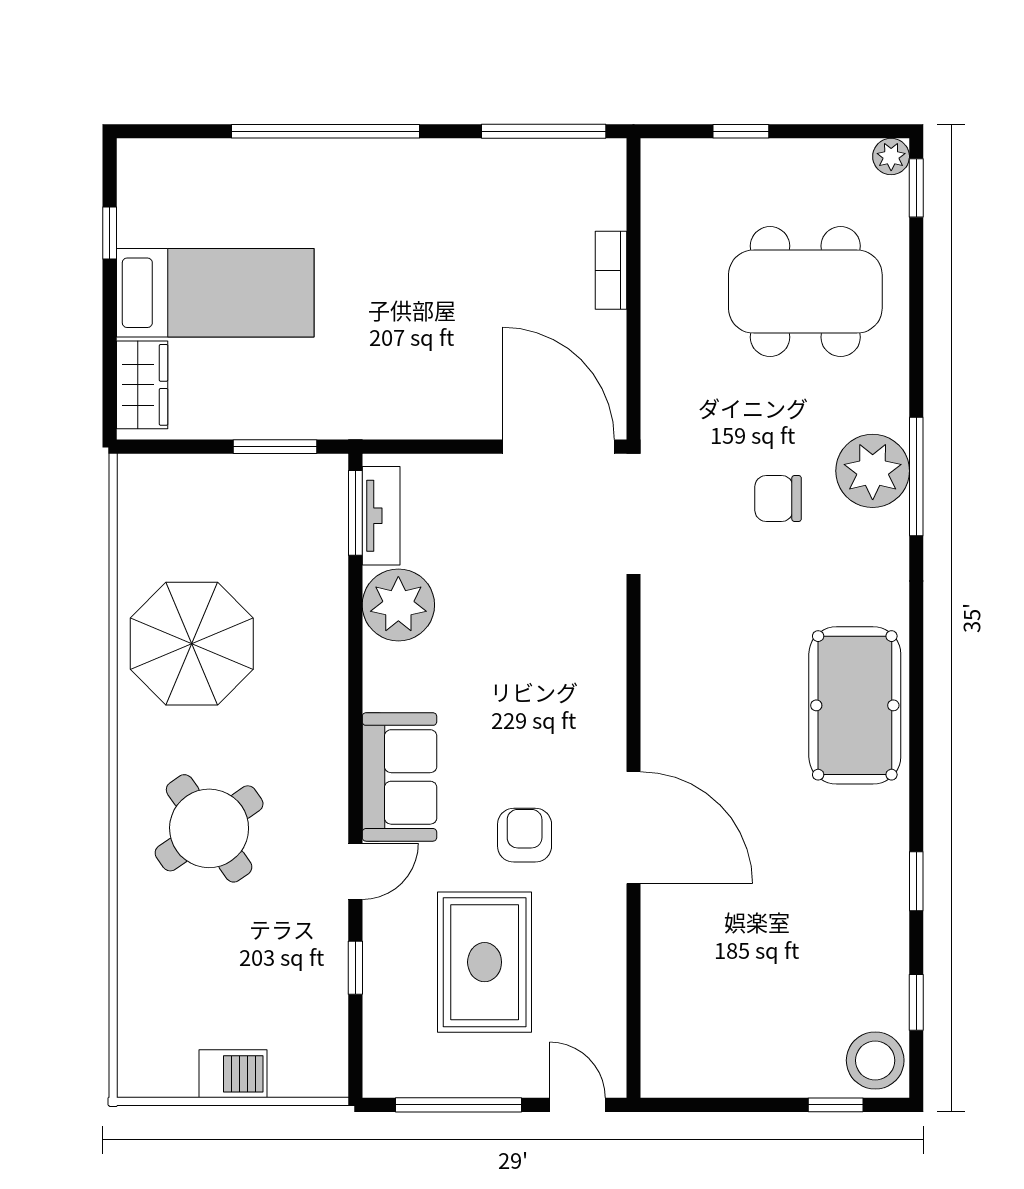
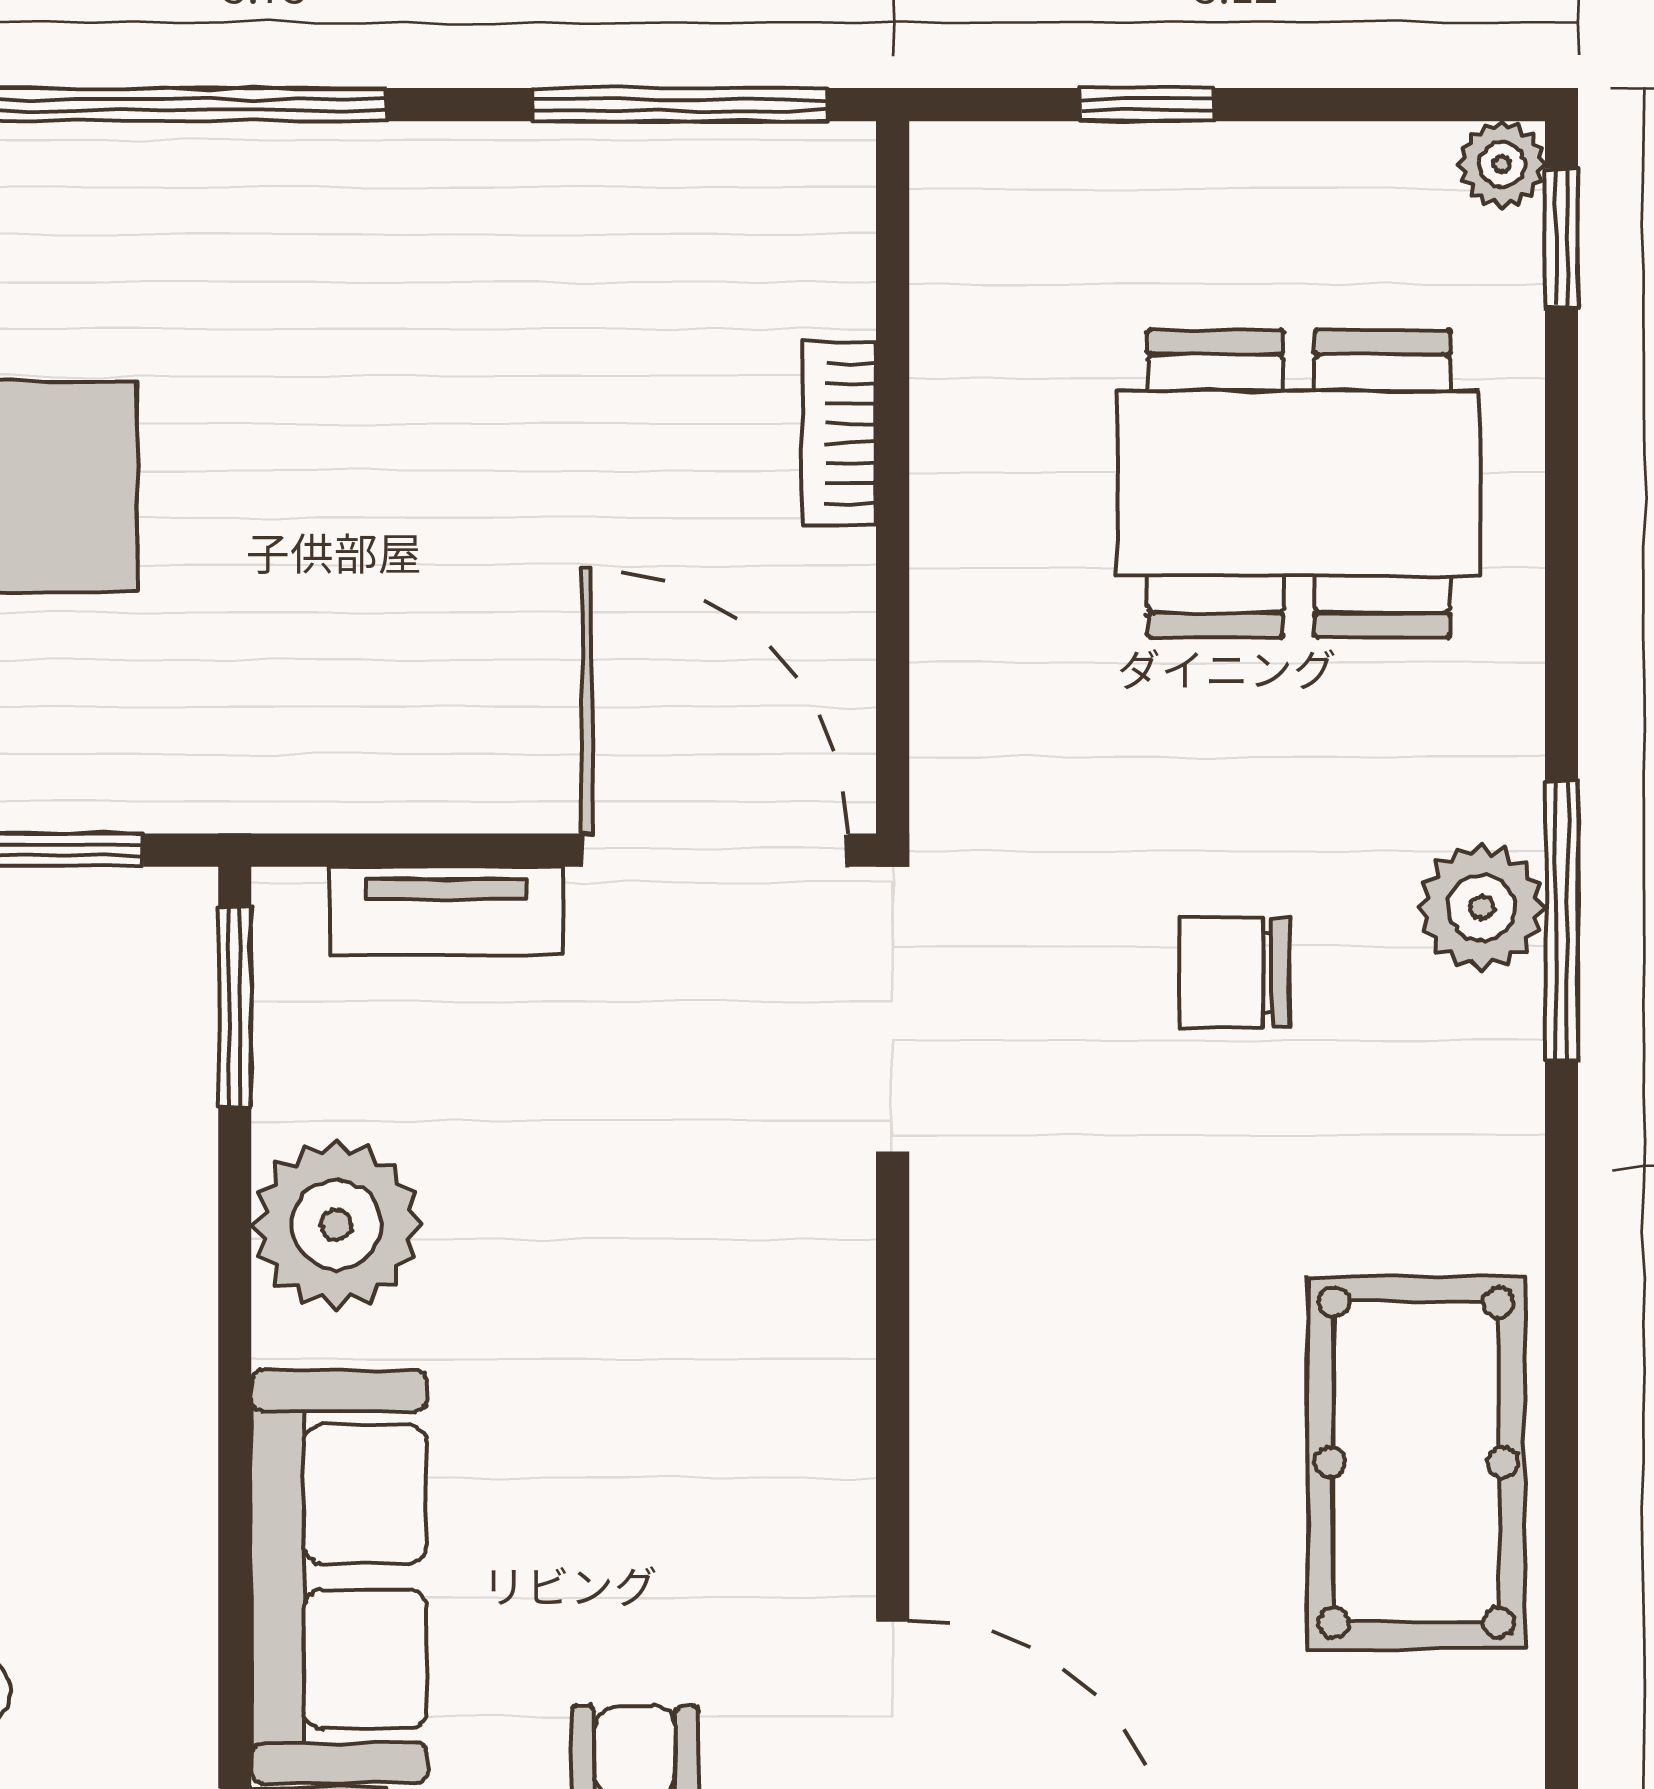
plant: (873, 471) -> (1481, 908), width x0.73, depth x0.73
tv unit: (381, 516) -> (446, 911), moved, turned 90
sofa: (399, 777) -> (339, 1577), width x1.36

